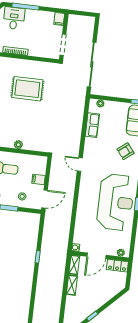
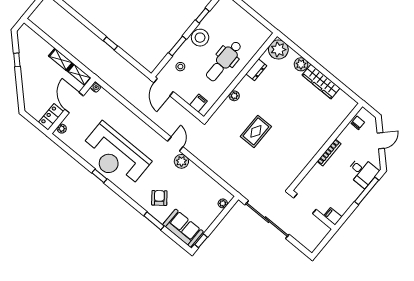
rug: (27, 89) -> (256, 131), moved, width x0.73, depth x0.70
row of seats: (92, 125) -> (206, 182), removed
plant: (89, 152) -> (181, 161), added
door: (80, 165) -> (175, 144), hinge flipped
filing cabinet: (38, 179) -> (198, 103), moved

